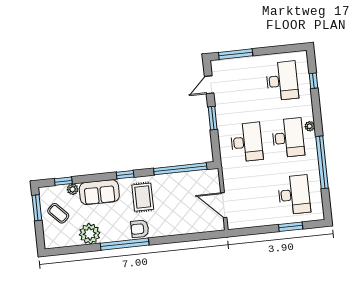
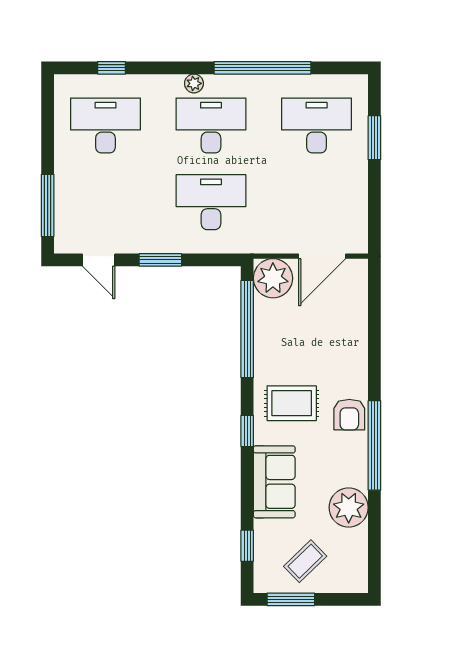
plant: (73, 189) -> (273, 278), moved, width x1.88, depth x1.88

